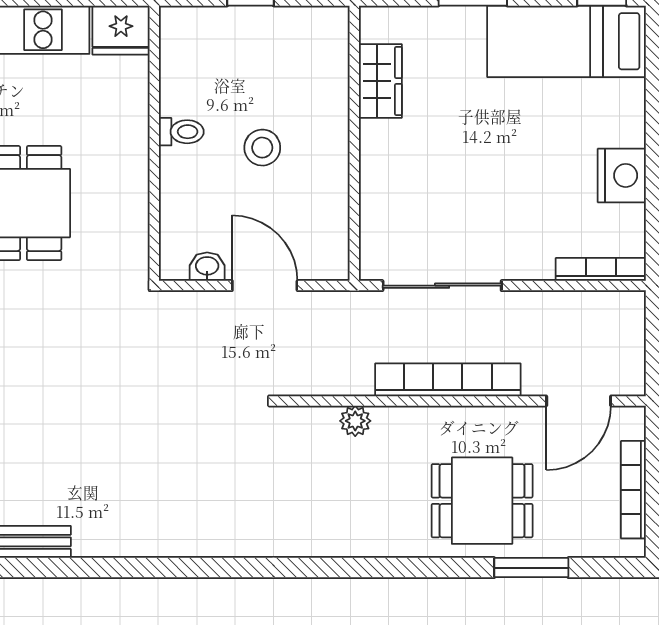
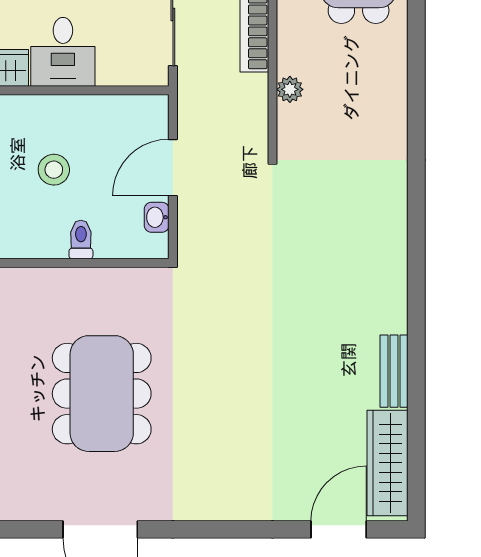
toilet: (181, 132) -> (81, 240), moved
desk: (399, 158) -> (63, 52), added

